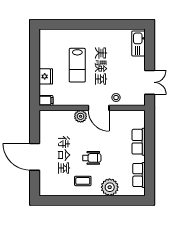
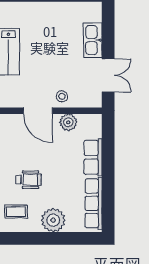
kitchen sink: (138, 43) -> (93, 40), moved
plant: (81, 116) -> (68, 122), moved
row of seats: (139, 175) -> (94, 203), width x1.48

